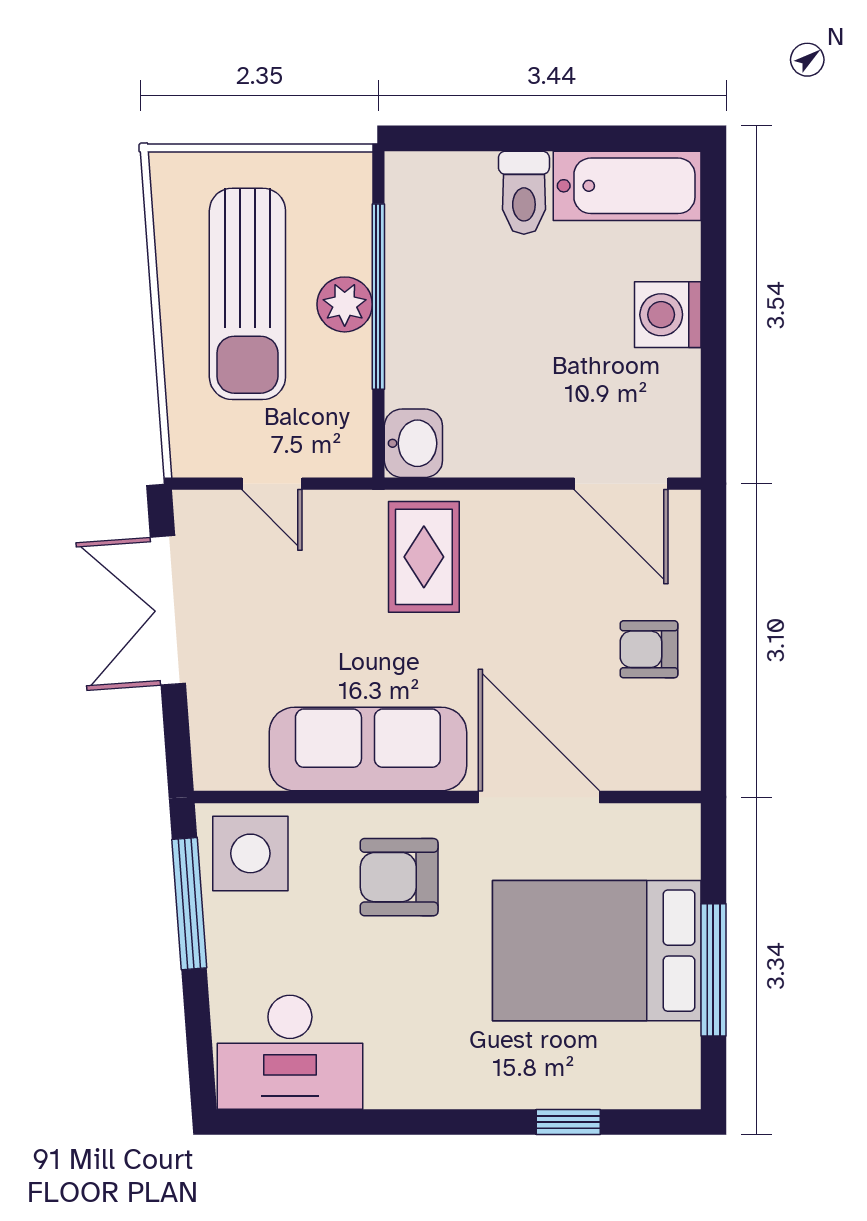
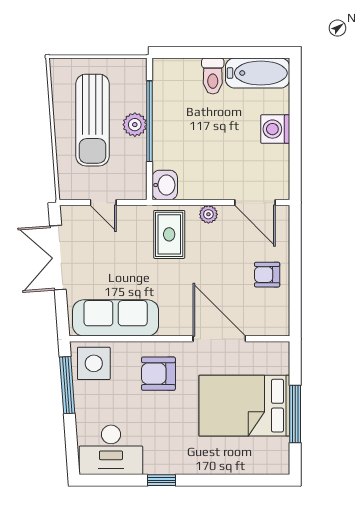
plant: (514, 511) -> (208, 214), added
sofa: (368, 749) -> (116, 318), moved
window: (568, 1122) -> (161, 480), moved

